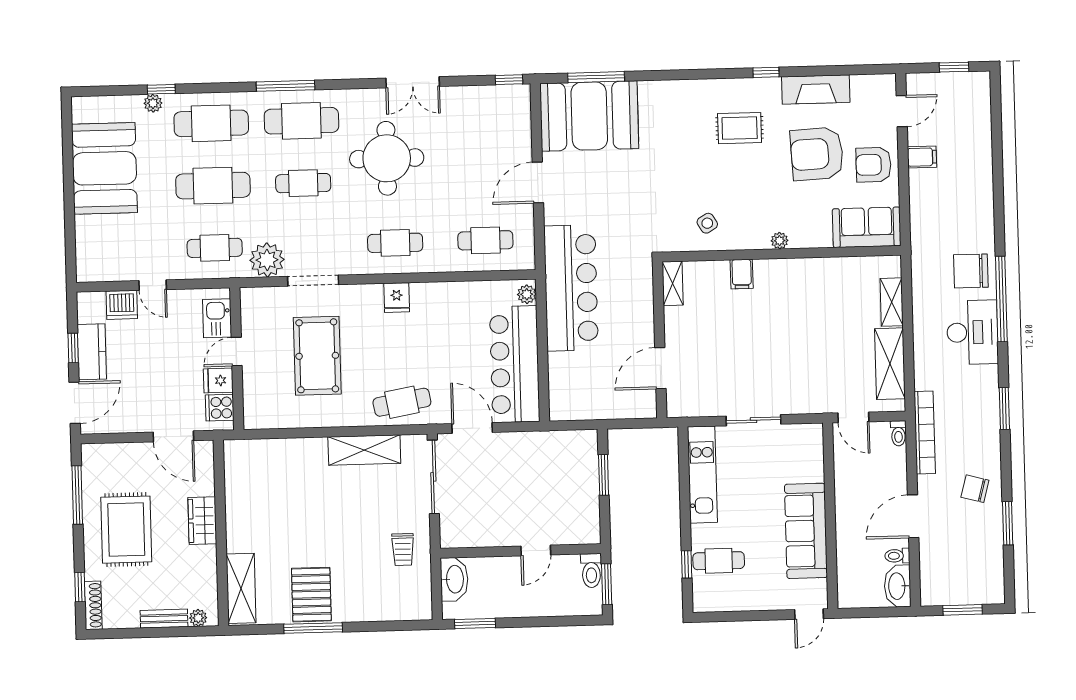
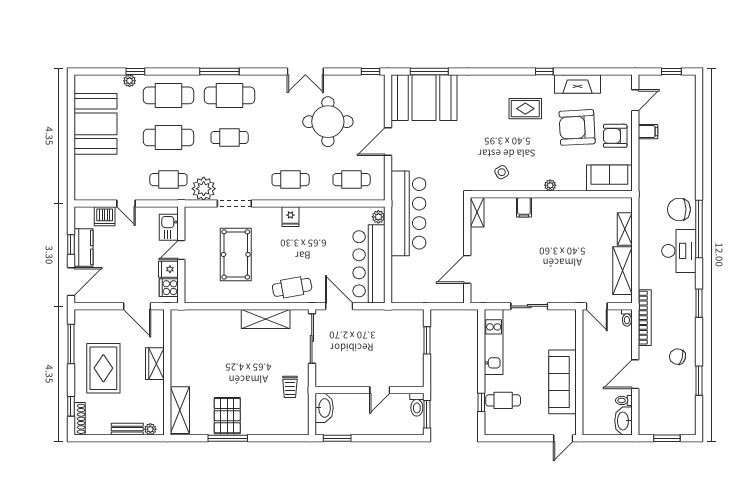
round table: (387, 158) -> (328, 122), moved

